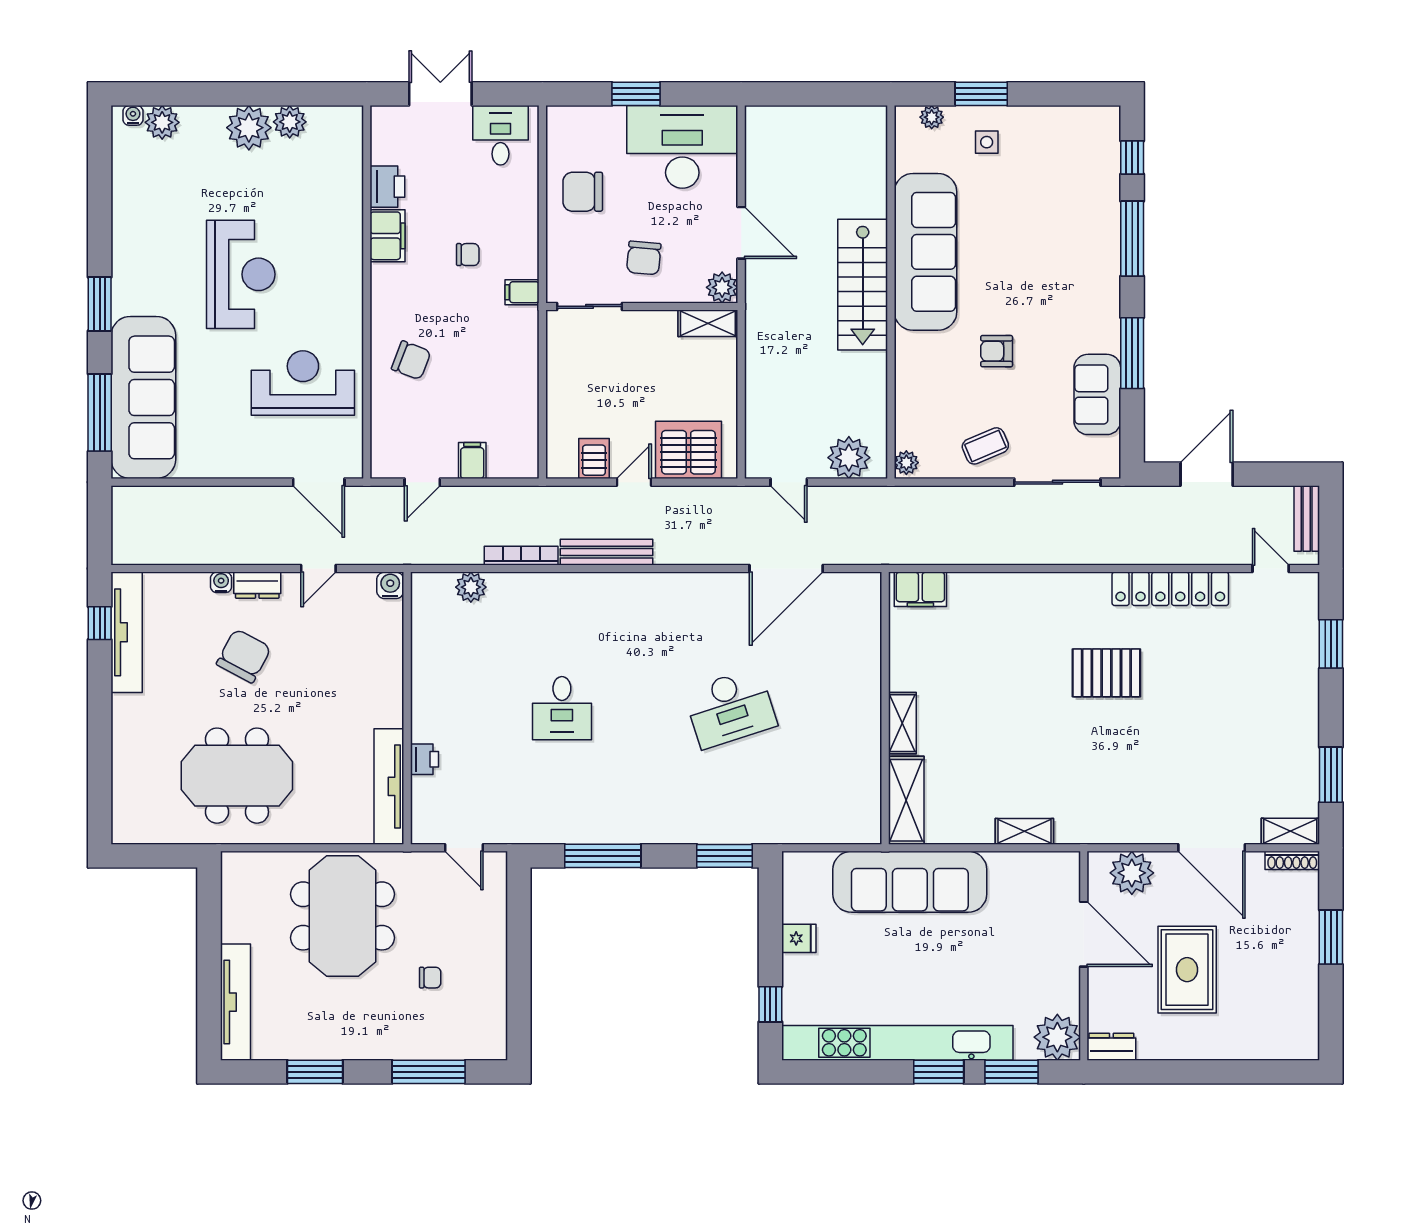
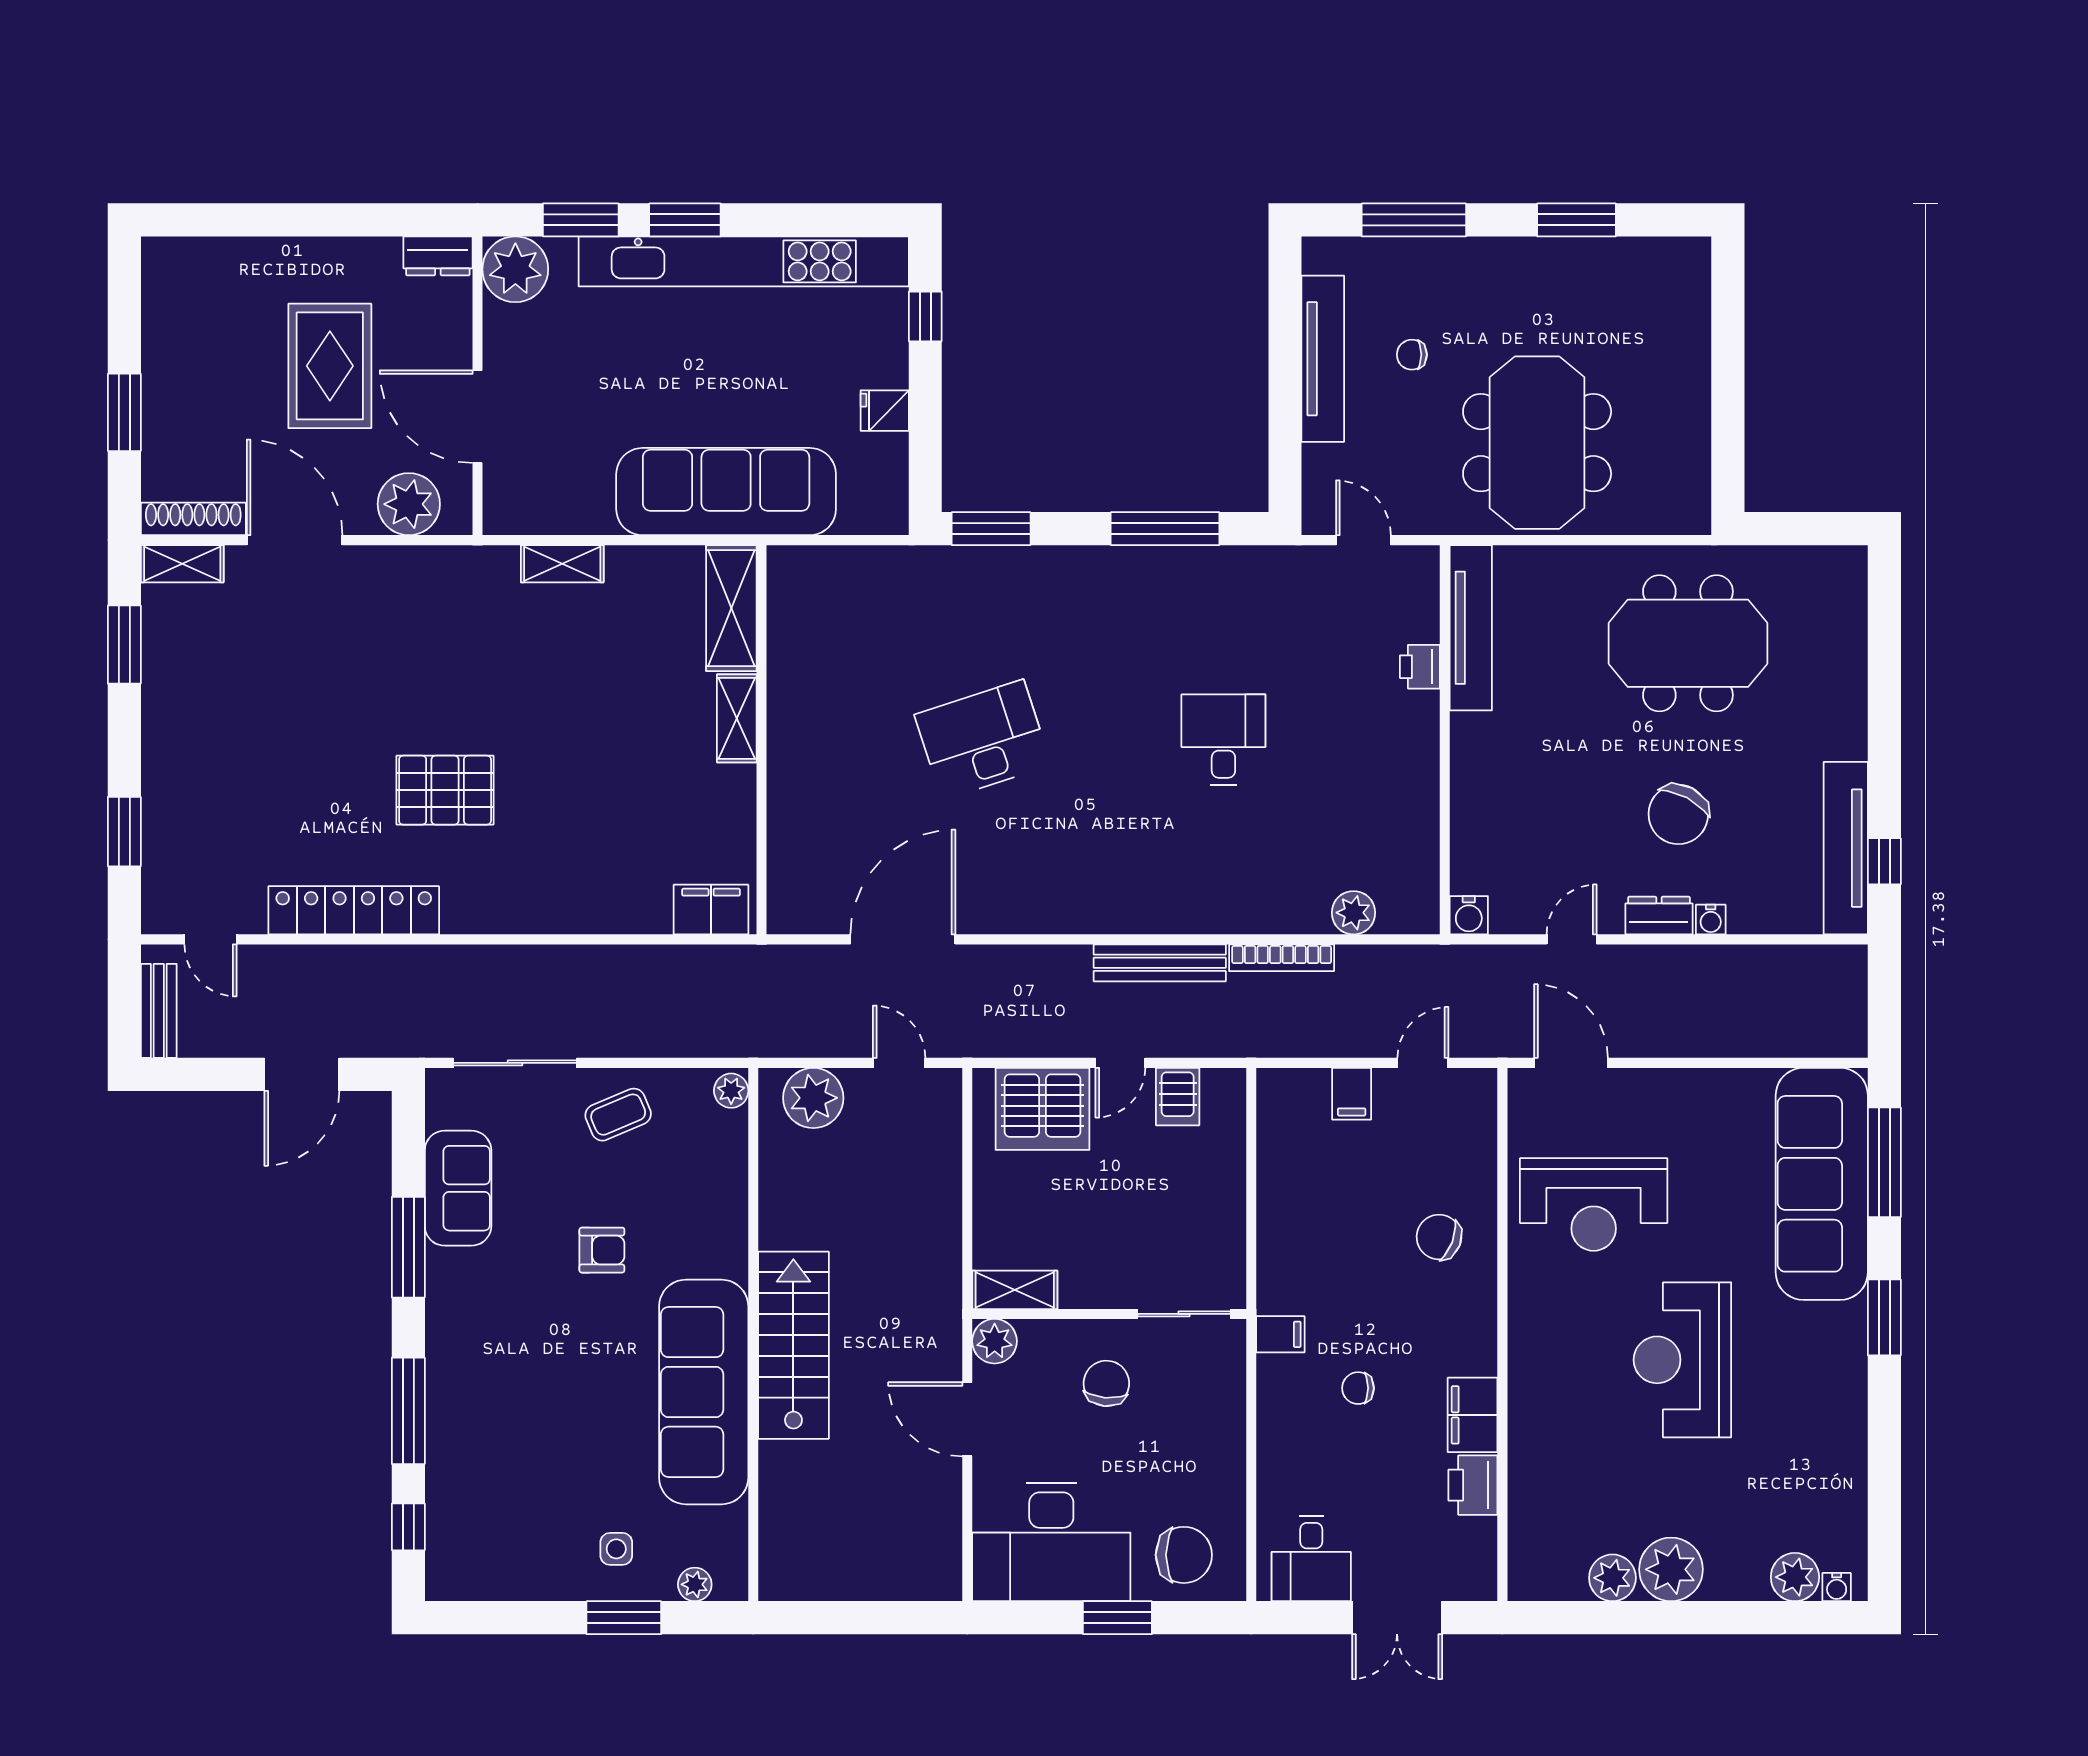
chair: (583, 192) -> (1184, 1555), moved
shoe rack: (1292, 860) -> (193, 519), width x1.36, depth x1.24
tv unit: (235, 1002) -> (1323, 359), moved, turned 180

